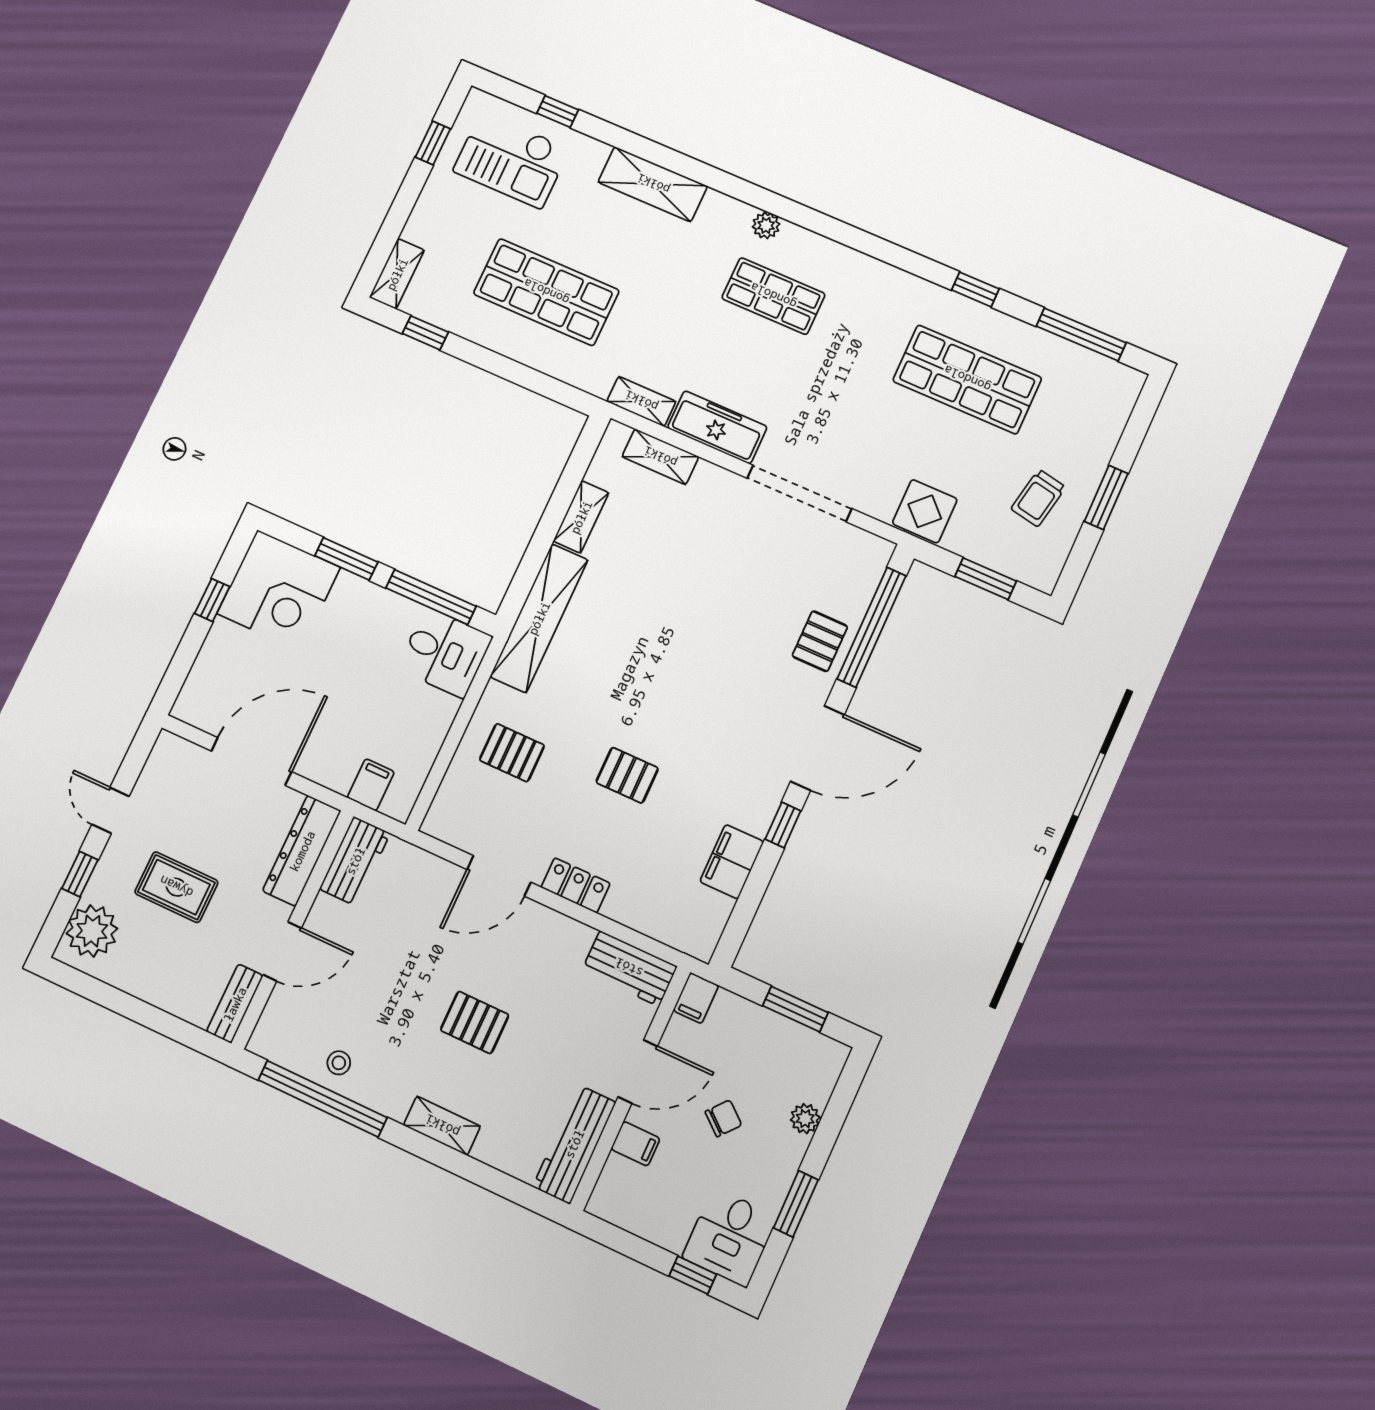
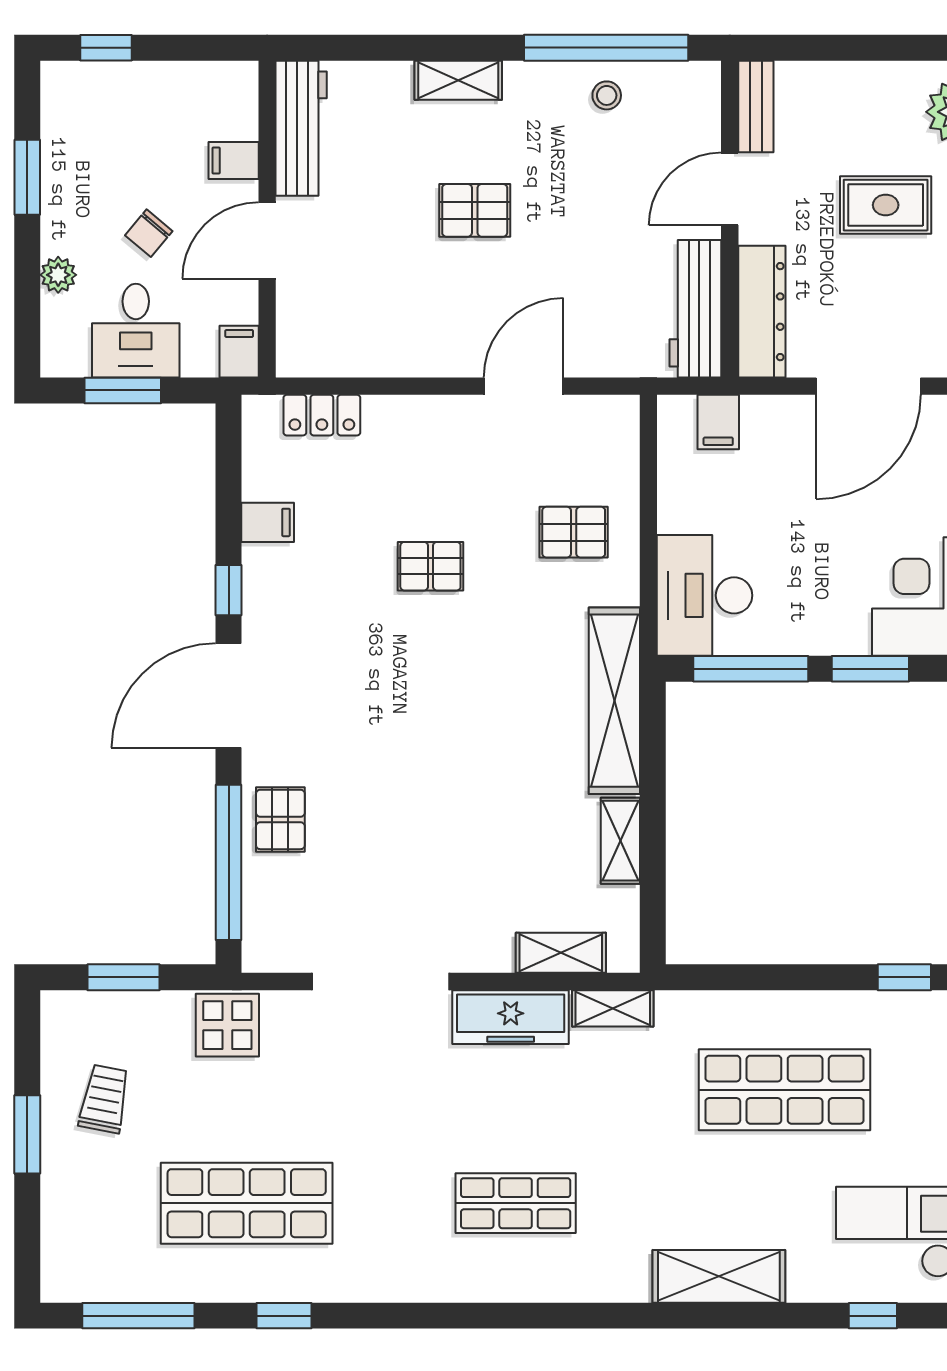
plant: (766, 225) -> (562, 1285), removed
desk: (445, 653) -> (705, 595), width x1.37
workbench: (355, 861) -> (695, 309), width x1.38
filing cabinet: (732, 862) -> (268, 522), width x0.50
locker: (576, 885) -> (322, 415), moved
workbench: (629, 968) -> (329, 350), removed
desk: (730, 1237) -> (136, 331), moved, turned 180

